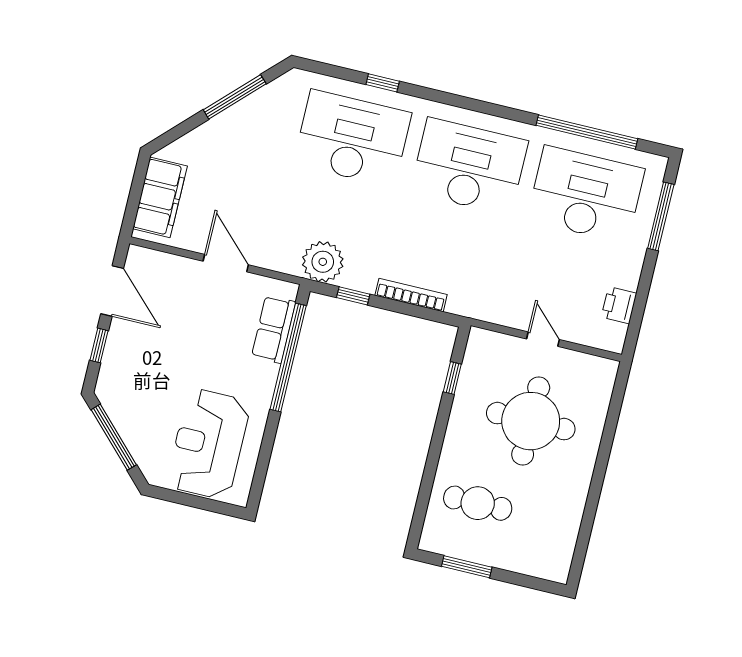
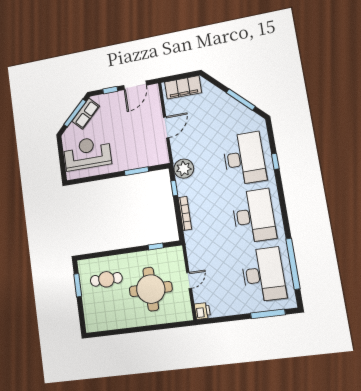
printer: (619, 305) -> (202, 311), moved, turned 90
row of seats: (274, 329) -> (86, 114), moved, turned 136
window: (288, 357) -> (136, 171), width x0.47
cafe table: (478, 503) -> (106, 279), turned 90

